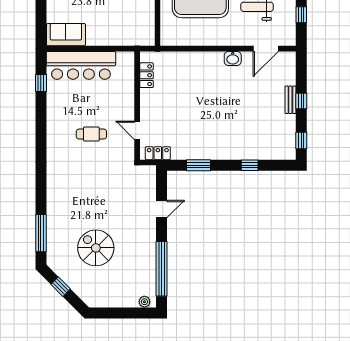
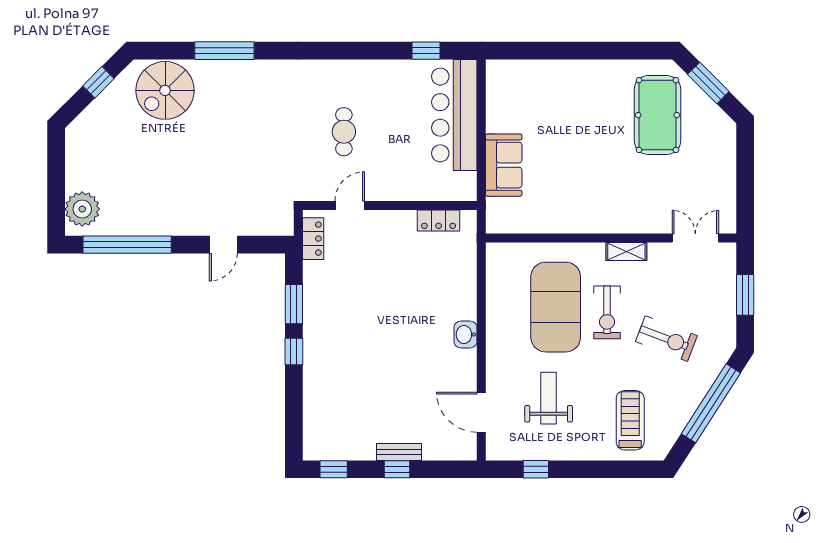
sofa: (66, 35) -> (504, 165), moved
washbasin: (233, 58) -> (466, 335), moved
window: (250, 165) -> (294, 352), moved
door: (162, 209) -> (223, 245), hinge flipped
window: (41, 233) -> (224, 51), moved
spiral stairs: (96, 248) -> (165, 90), moved, turned 180
plant: (144, 302) -> (82, 209), width x1.87, depth x1.87

